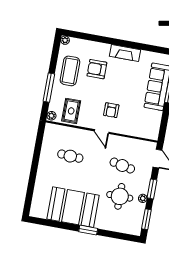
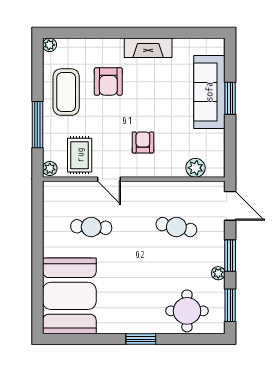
armchair: (97, 69) -> (108, 81), turned -90
armchair: (111, 110) -> (143, 142), turned 180
door: (102, 132) -> (109, 179), moved
plant: (141, 132) -> (195, 168), added
round table: (120, 196) -> (187, 311), moved
booth: (73, 207) -> (69, 296), moved, turned 90

